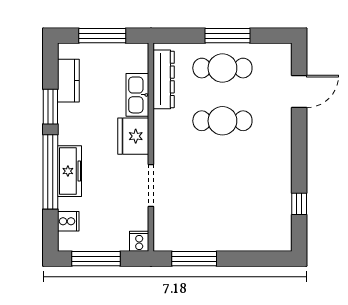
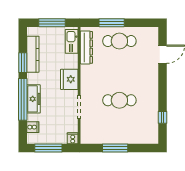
window: (228, 36) -> (112, 23), moved
kitchen counter: (68, 81) -> (33, 54), width x1.50
kitchen sink: (137, 95) -> (72, 41), moved
cafe table: (222, 121) -> (119, 100), moved
window: (194, 259) -> (115, 148), moved

